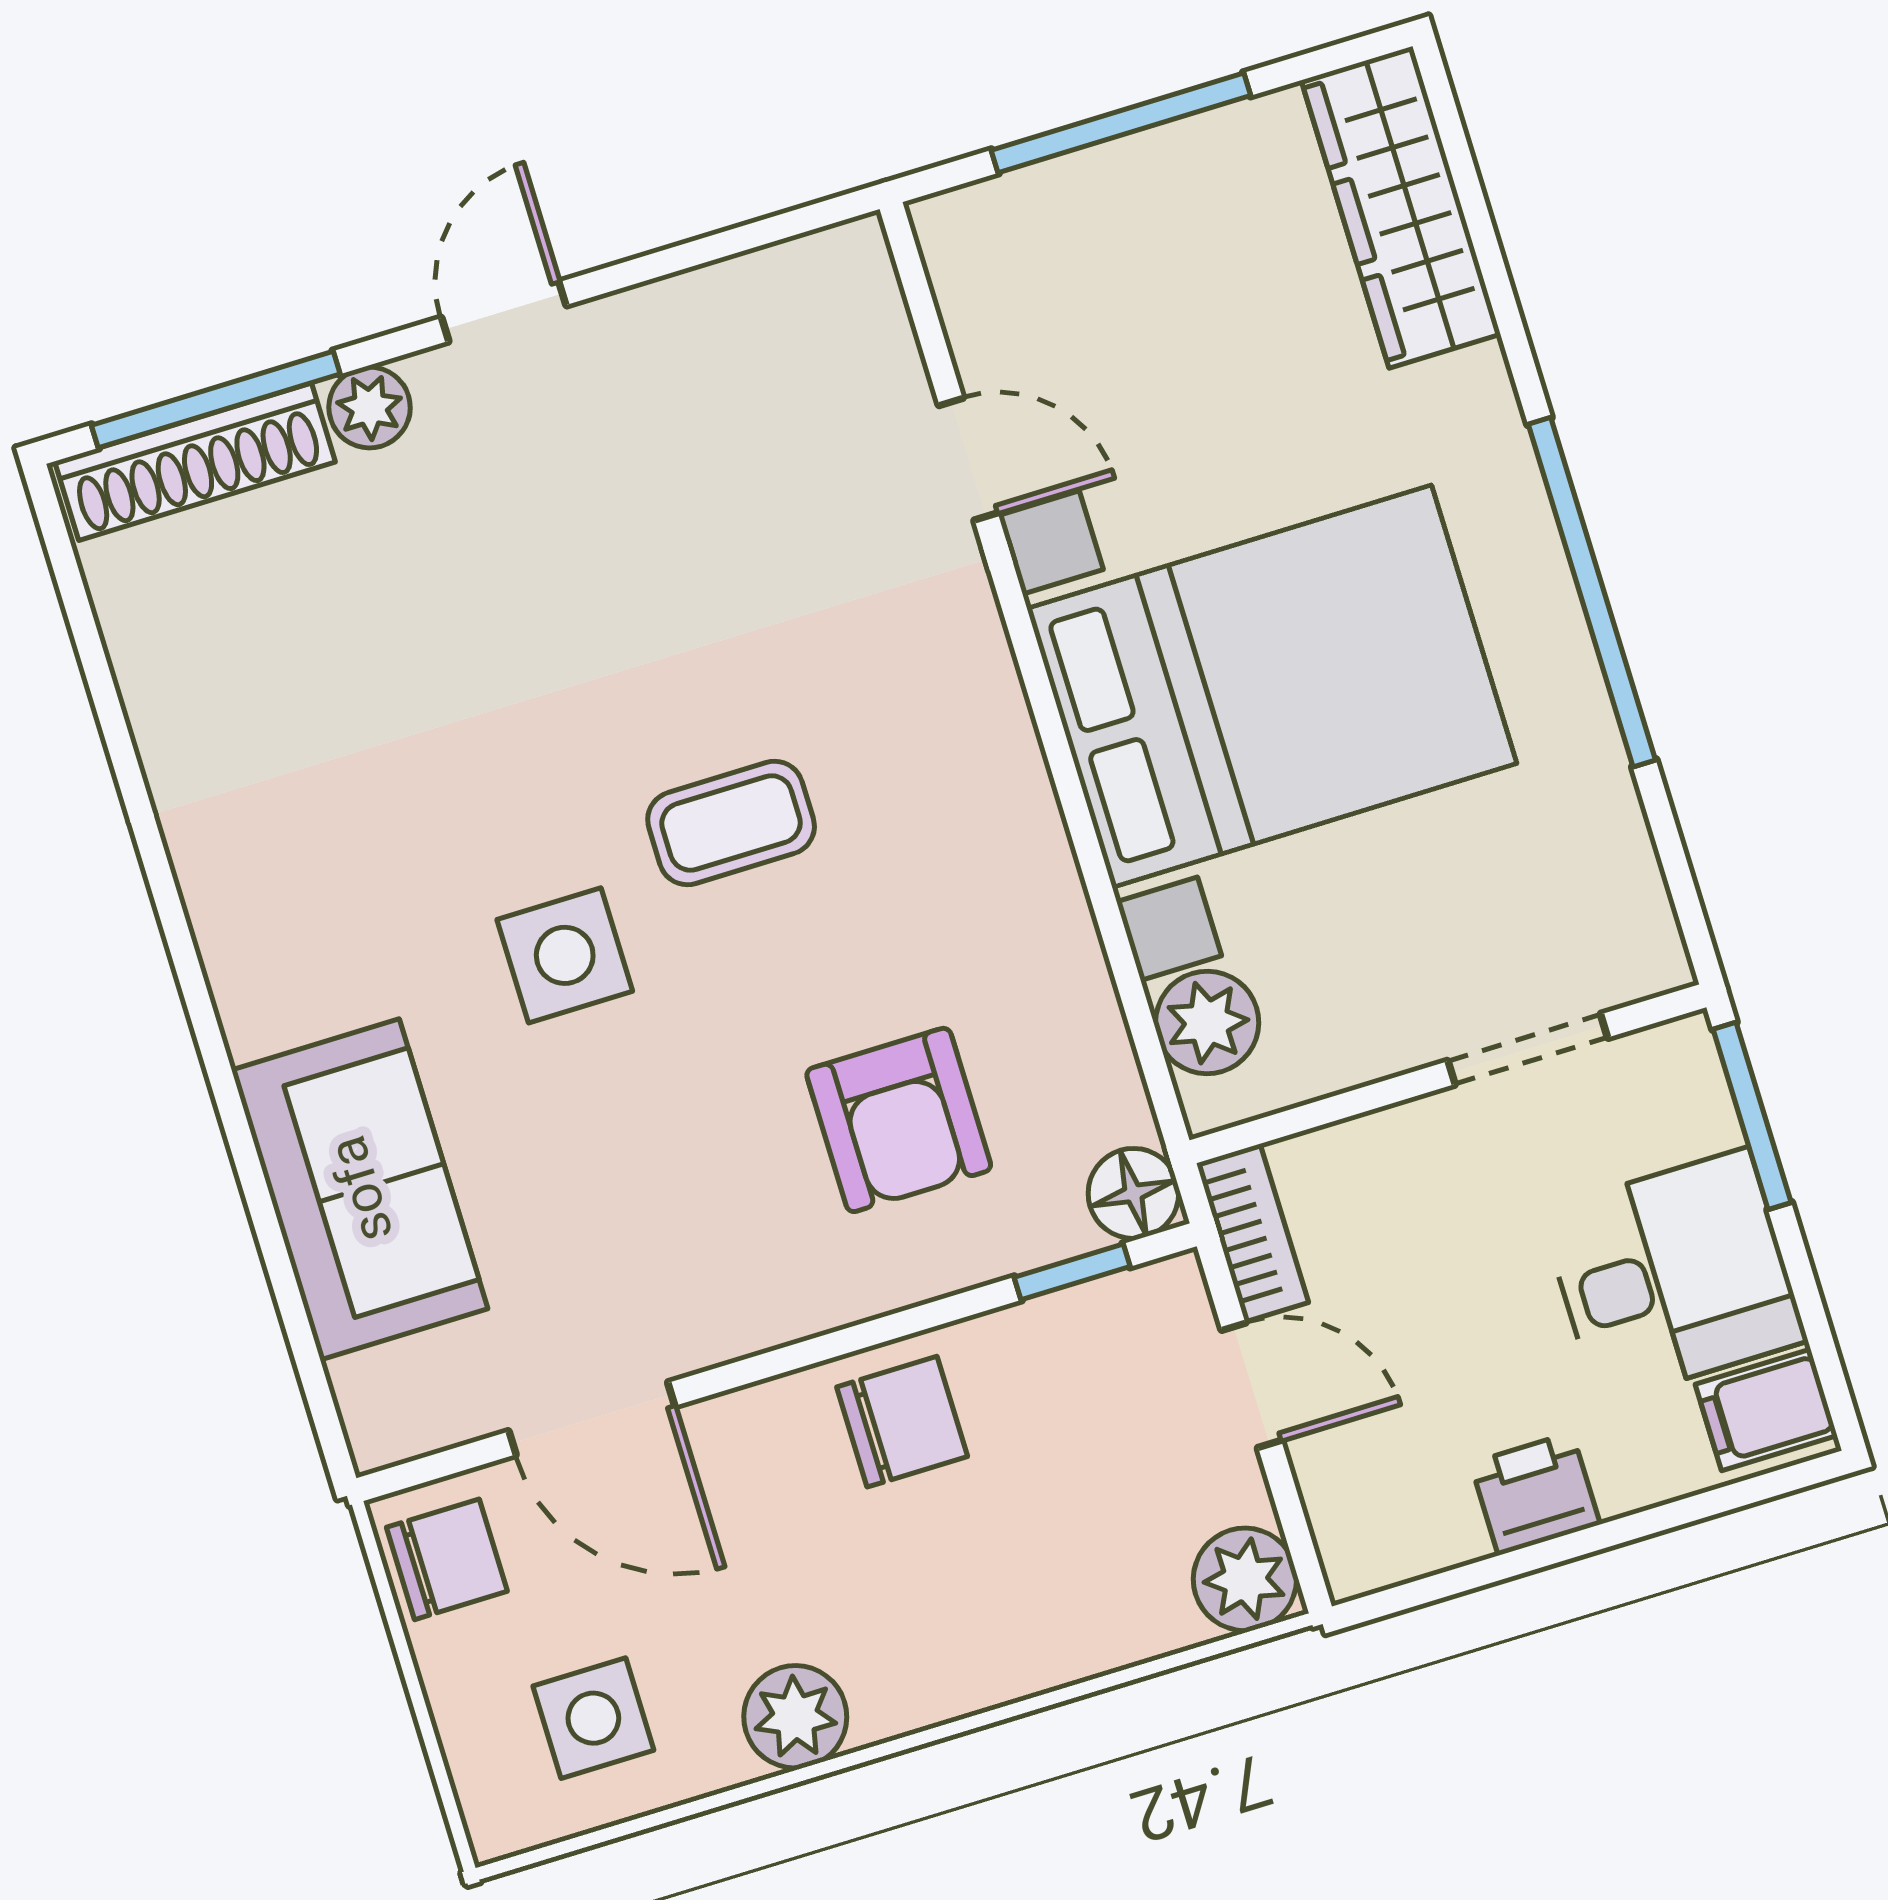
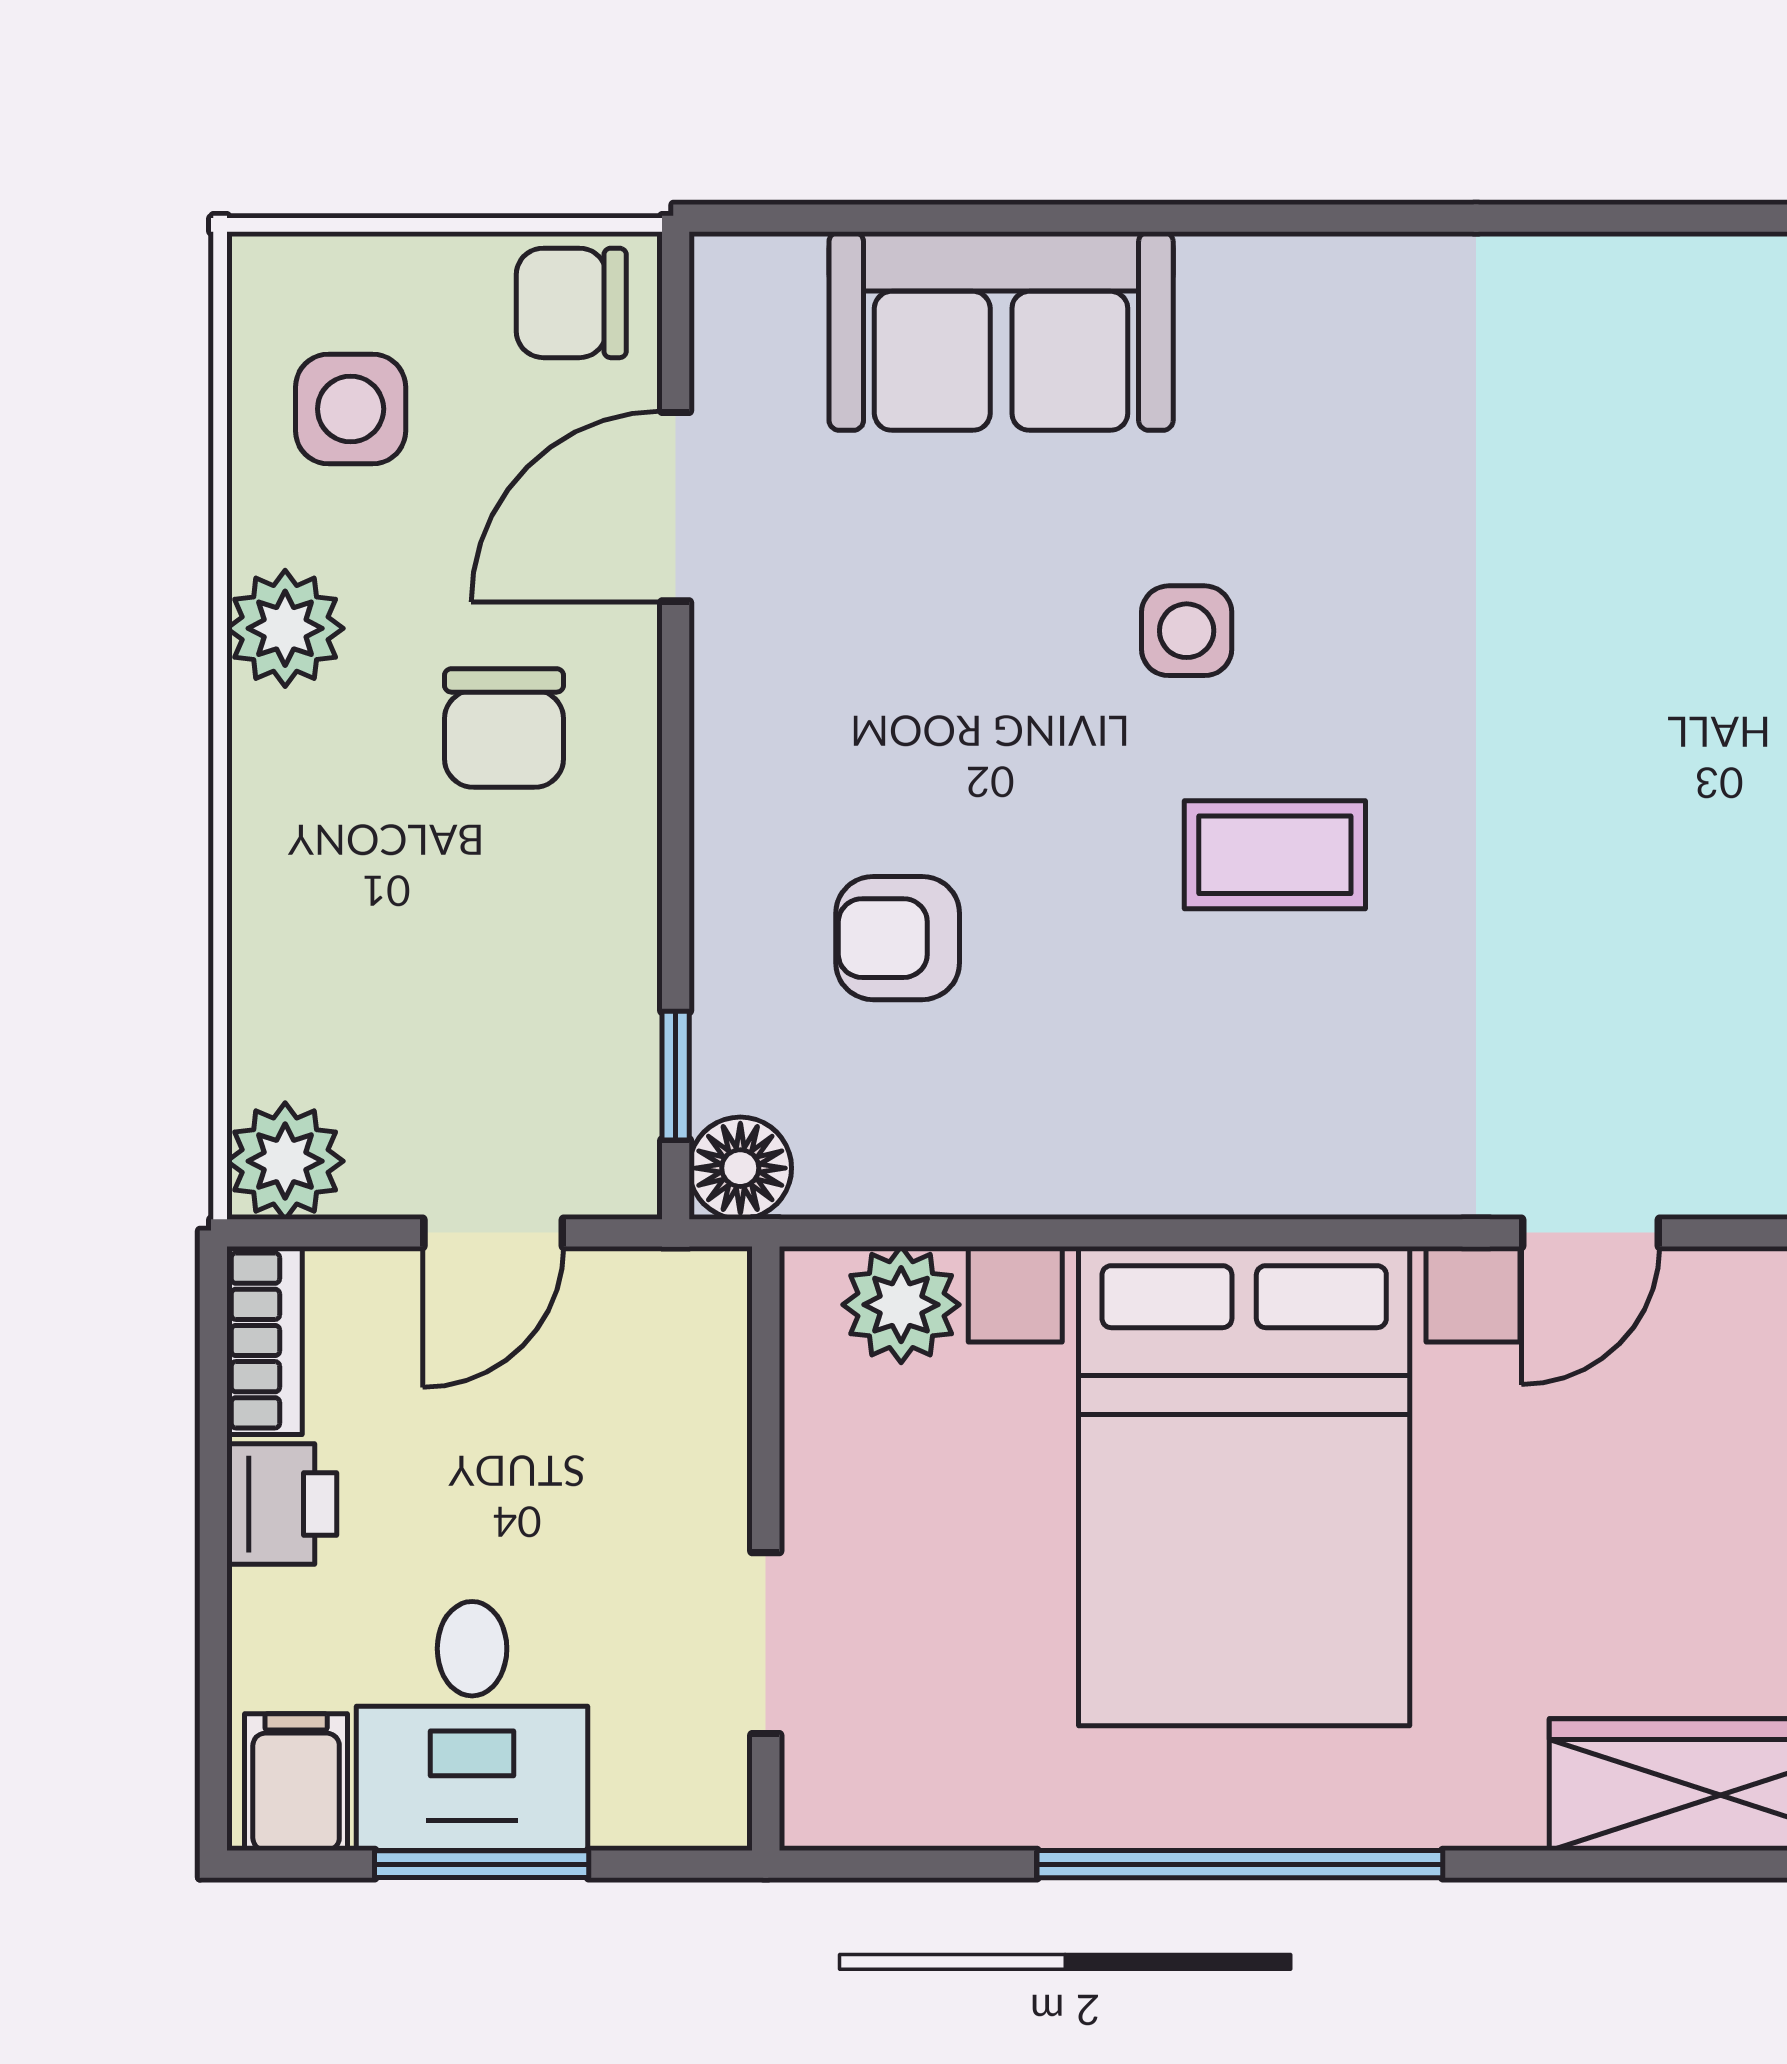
coffee table: (731, 823) -> (1275, 855), turned 90
side table: (565, 955) -> (1187, 631), width x0.73, depth x0.73
window: (1752, 1116) -> (482, 1864), moved
armchair: (899, 1120) -> (898, 938), width x0.72, depth x0.72
bookcase: (1252, 1233) -> (264, 1340), moved, turned -90
chair: (902, 1422) -> (504, 728), moved
chair: (447, 1559) -> (571, 303), turned 90

